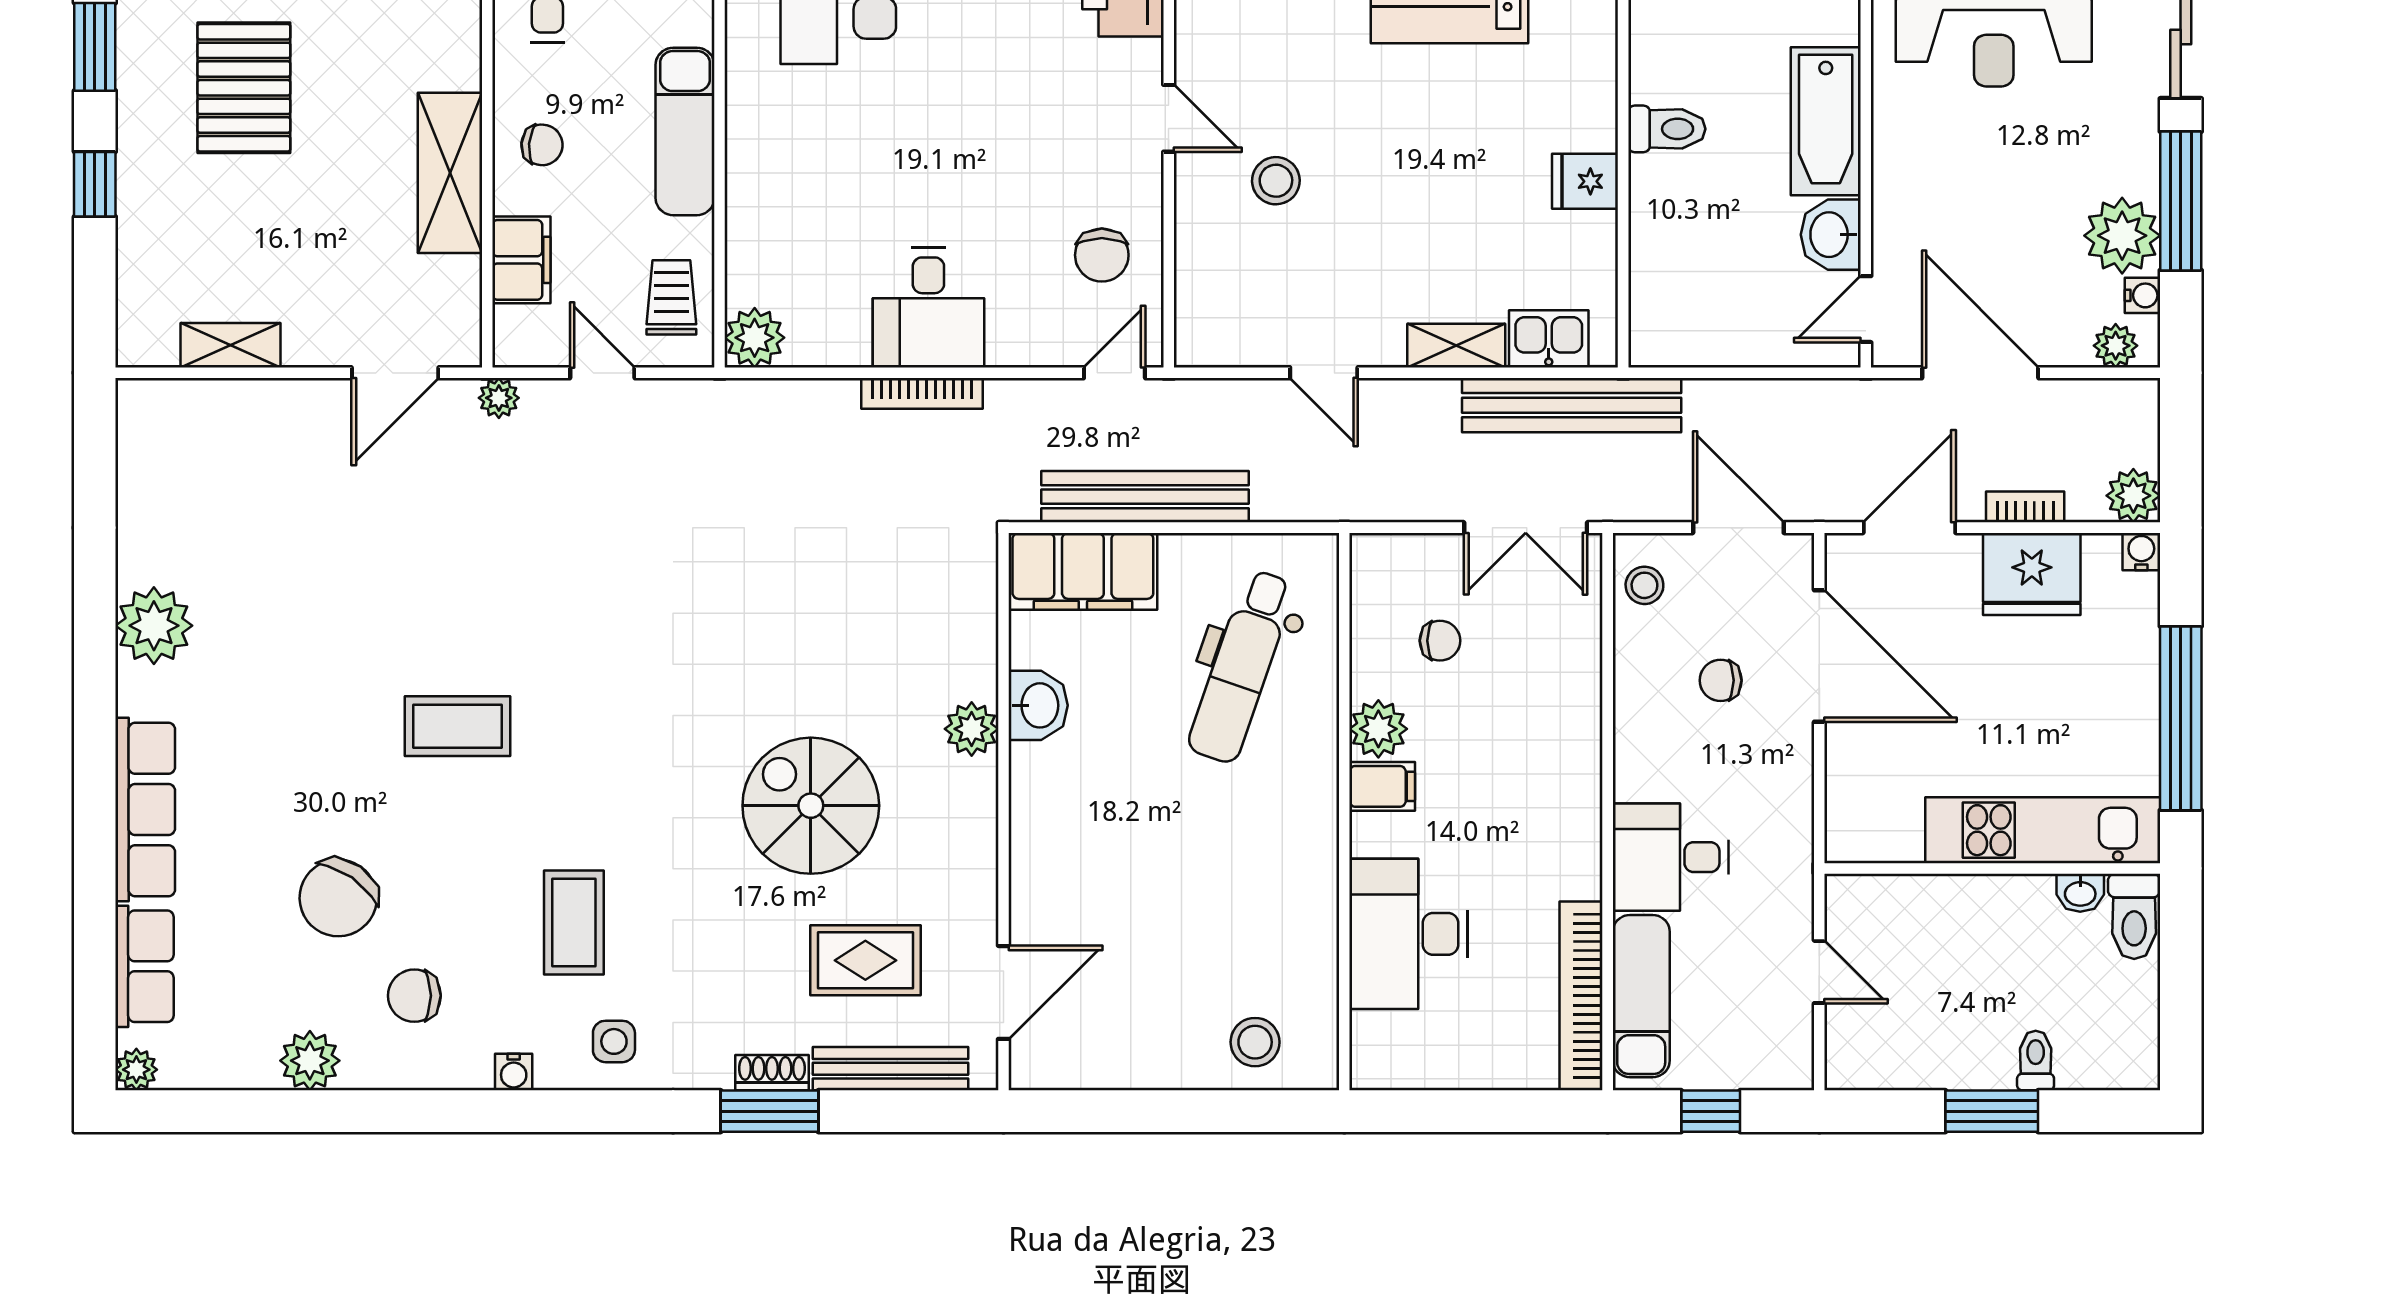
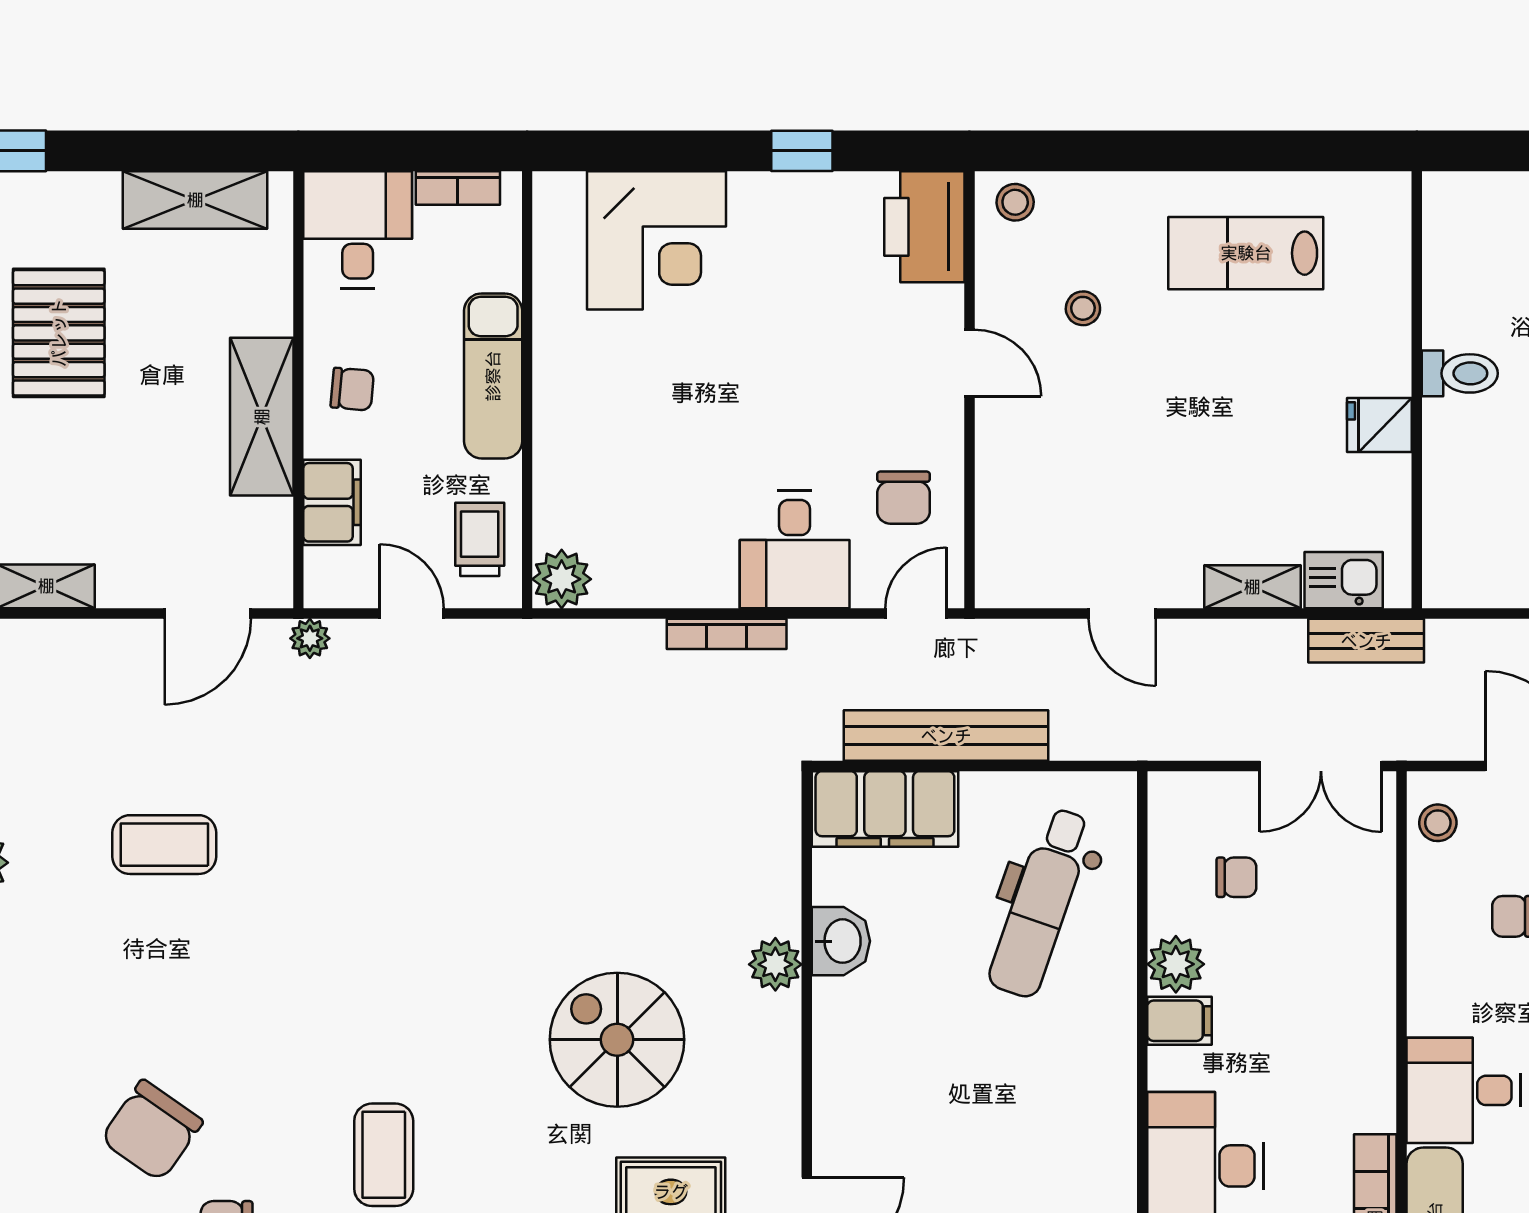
stool: (1276, 181) -> (1083, 308), moved, width x0.73, depth x0.73
desk: (928, 308) -> (795, 549), moved
bench: (1572, 405) -> (1366, 641), width x0.54, depth x0.82
coffee table: (458, 726) -> (164, 845), moved

